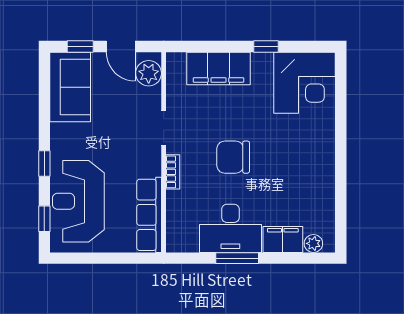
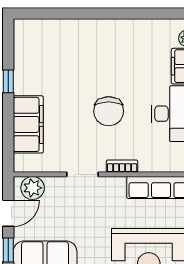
corner desk: (305, 83) -> (41, 46), removed

